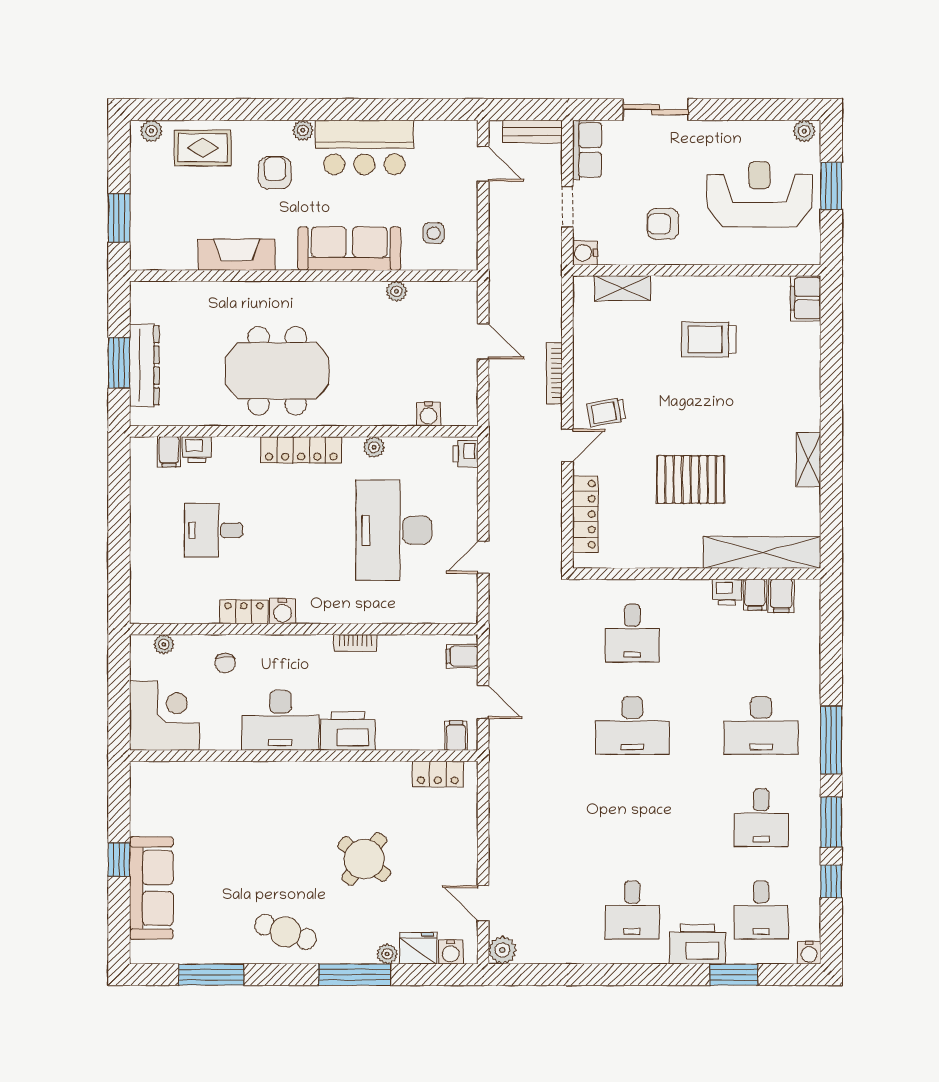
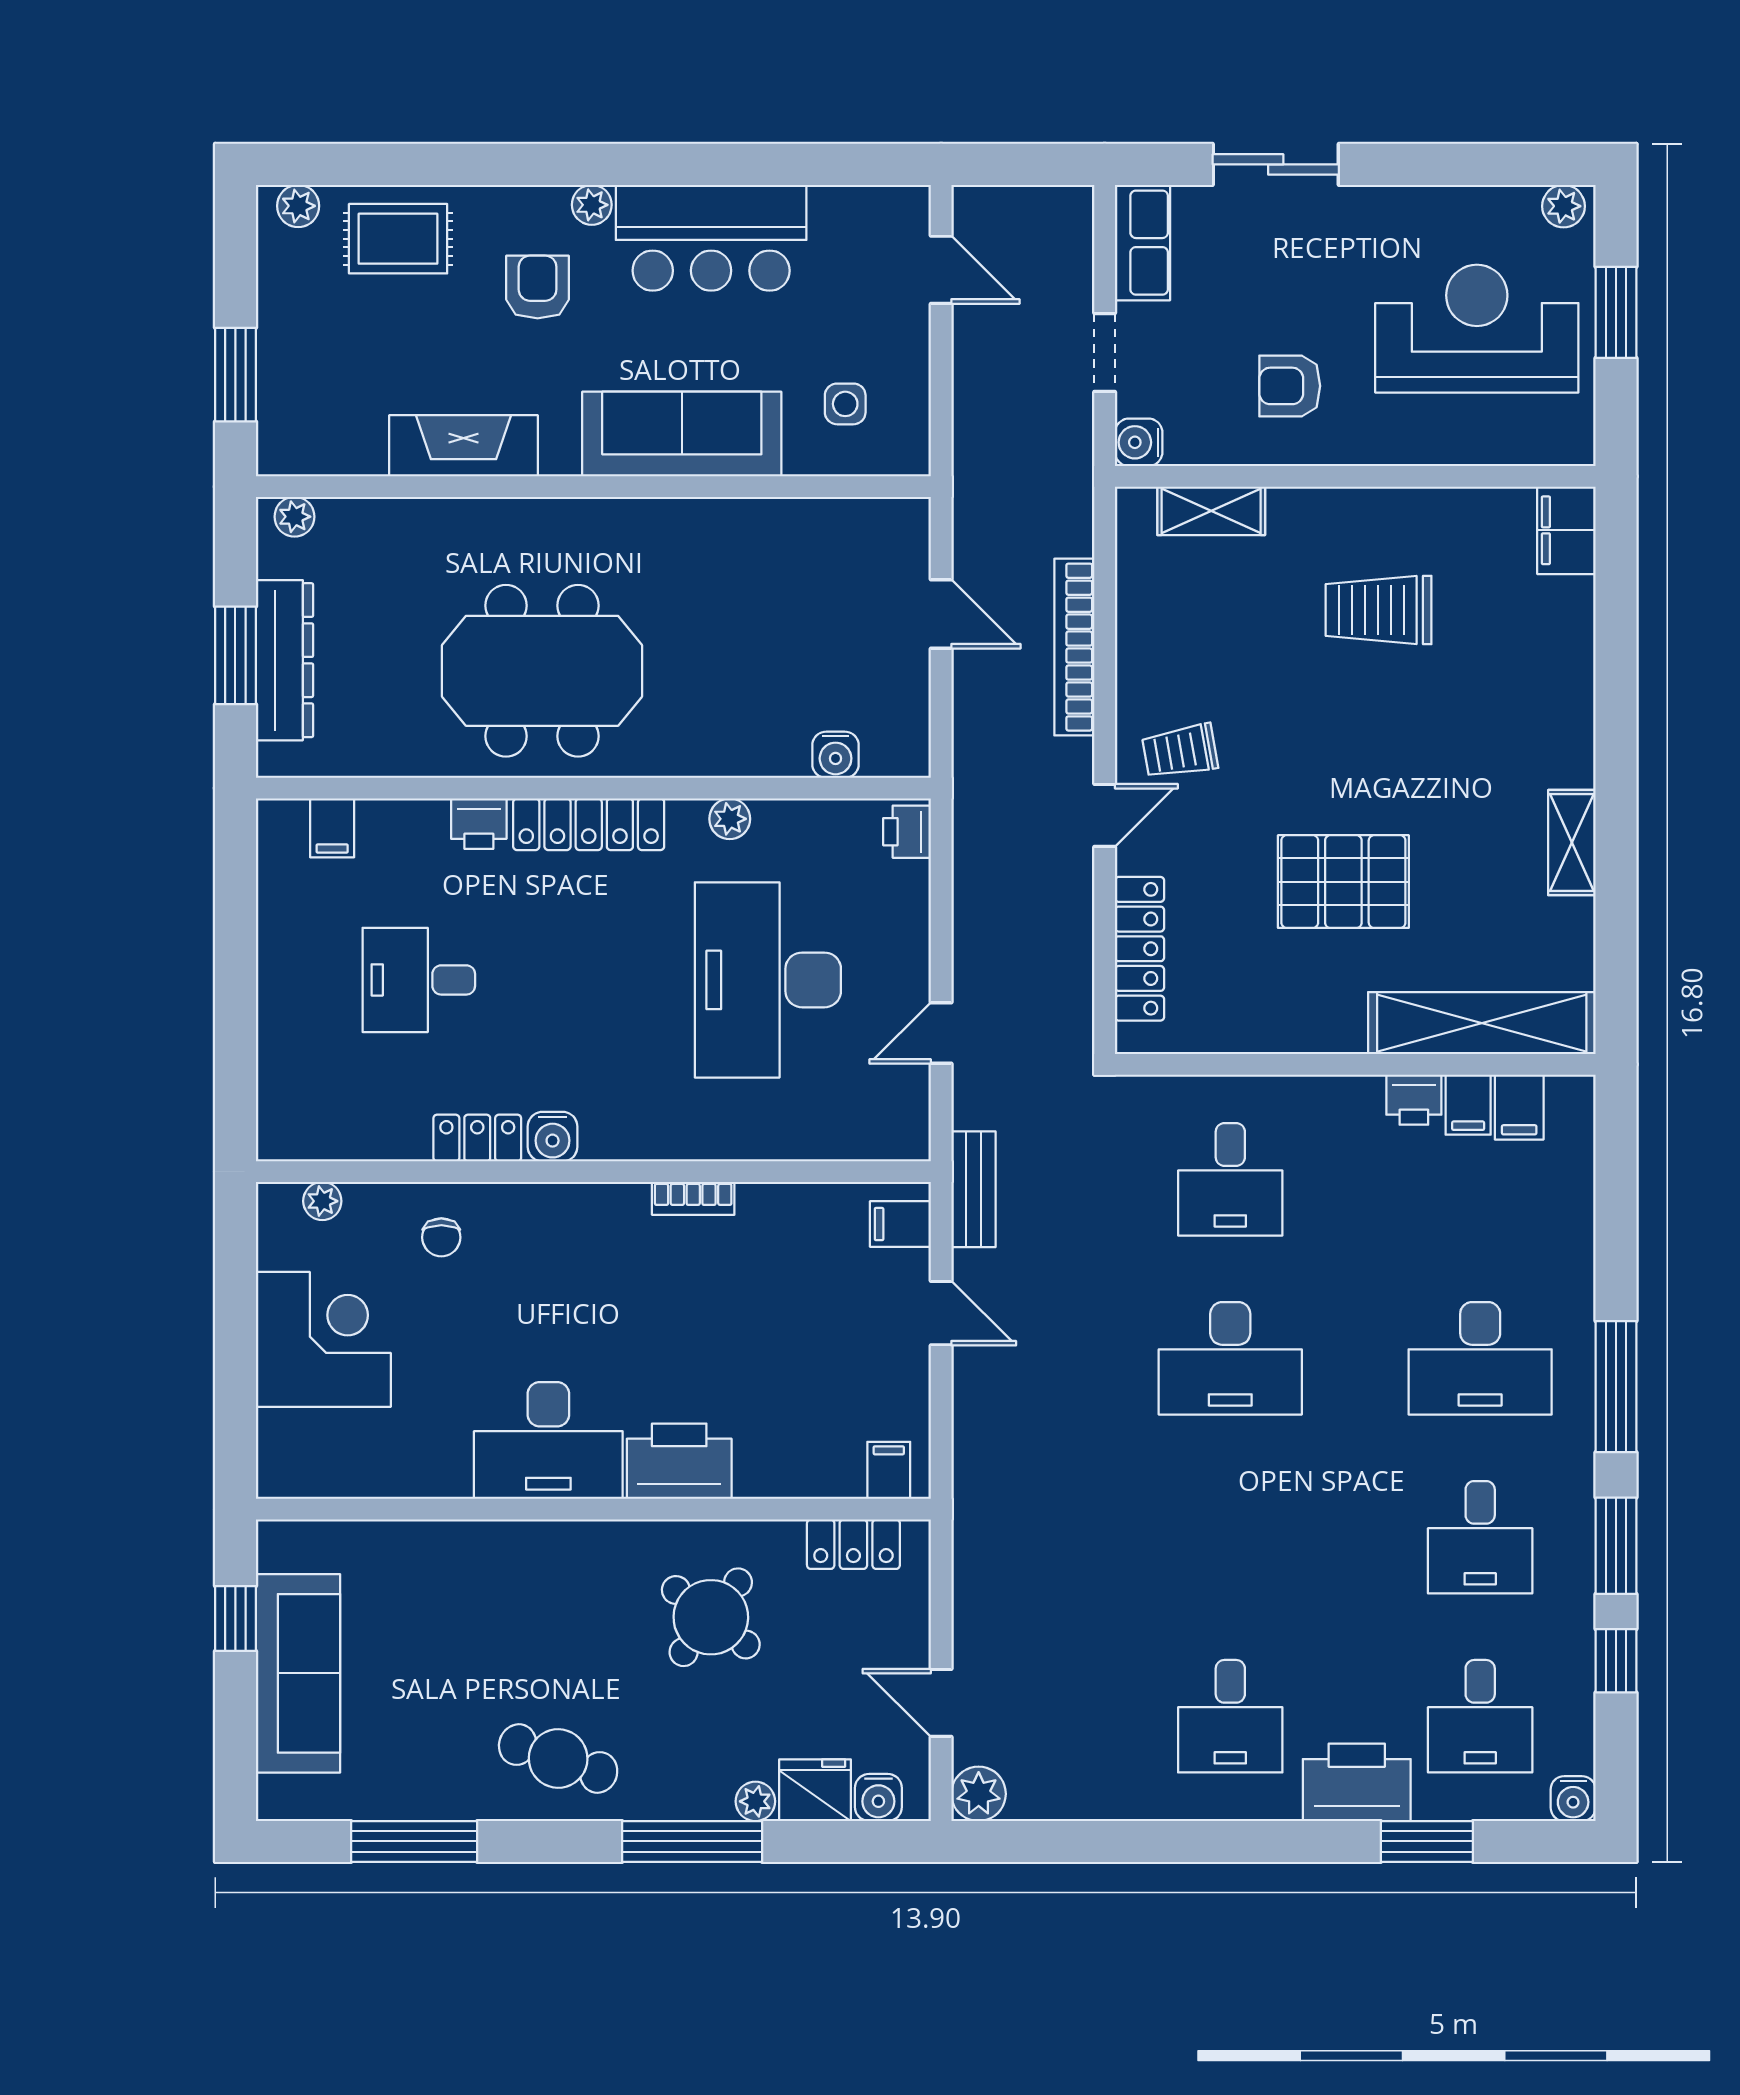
bench: (532, 131) -> (973, 1189), moved, turned 90
plant: (396, 291) -> (294, 517), moved
bookcase: (554, 373) -> (1074, 647), width x1.48, depth x1.31
printer: (197, 450) -> (479, 824), moved
desk: (280, 720) -> (548, 1440), moved
printer: (348, 731) -> (679, 1461), moved
filing cabinet: (456, 736) -> (889, 1470), moved
wall: (304, 756) -> (593, 1509), moved
locker: (438, 774) -> (853, 1544), moved

